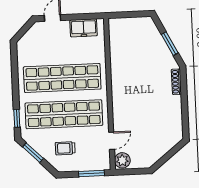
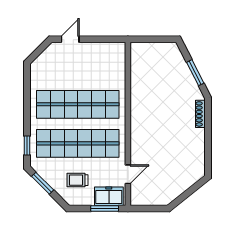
freezer: (84, 28) -> (109, 196), moved, turned 180
plant: (122, 160) -> (138, 196), removed

